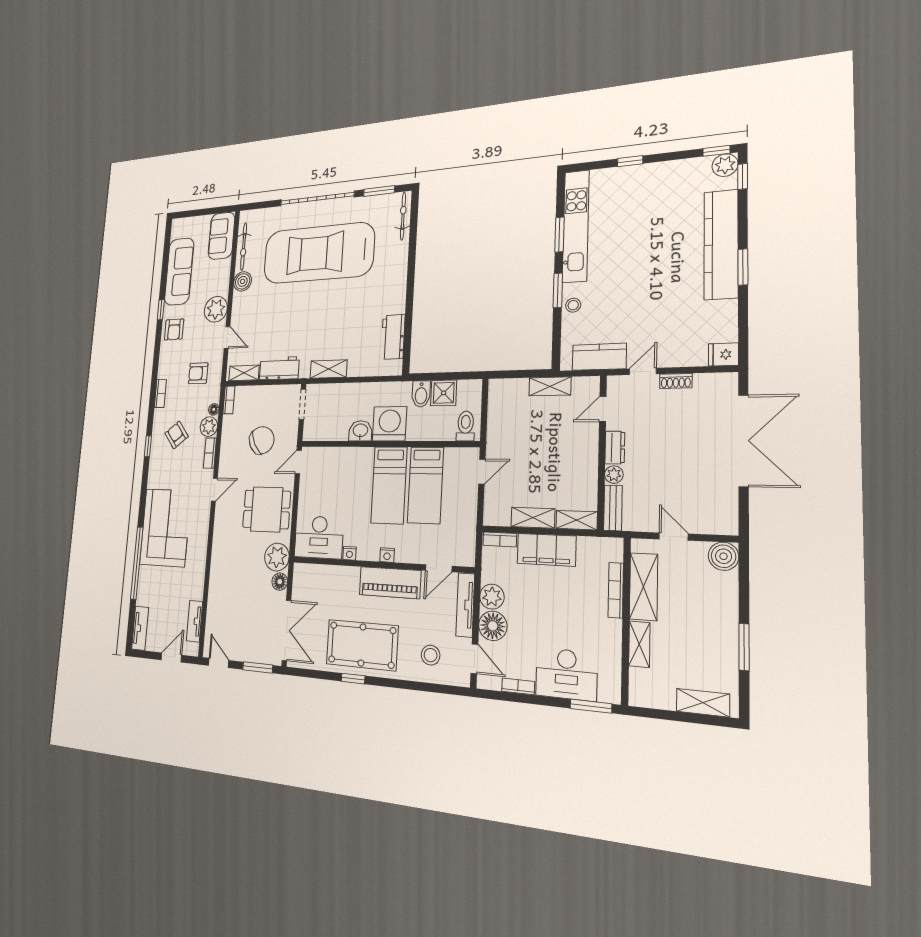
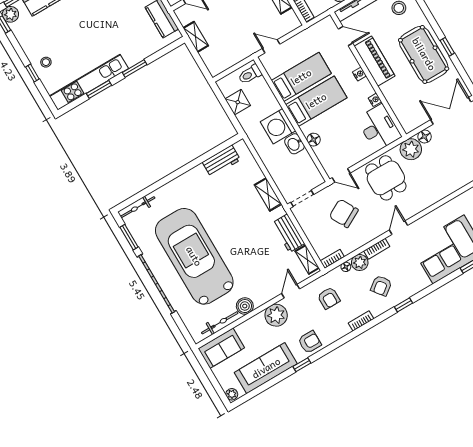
plant: (179, 224) -> (232, 394), added
car: (318, 253) -> (194, 256), turned 180
stool: (573, 305) -> (46, 62), moved
bidet: (421, 394) -> (247, 117), removed
floor lamp: (352, 455) -> (314, 140), added
door: (214, 490) -> (398, 228), hinge flipped

